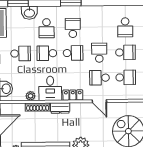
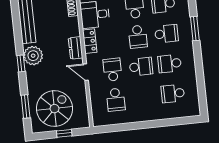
school desk: (125, 52) -> (170, 64), moved, turned 90
door: (99, 101) -> (86, 72), hinge flipped
dresser: (60, 108) -> (76, 48), moved

